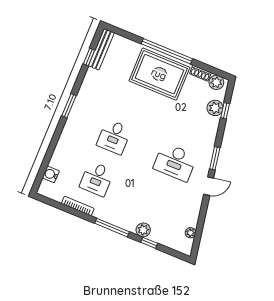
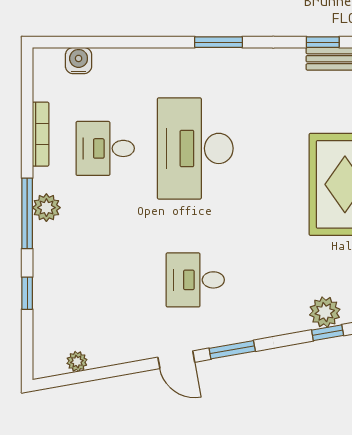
desk: (114, 137) -> (195, 148), width x1.87, depth x1.30
desk: (175, 162) -> (195, 280), width x0.73
plant: (143, 230) -> (46, 208), moved

